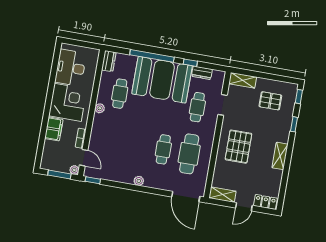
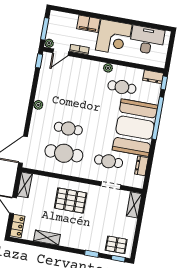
window: (190, 63) -> (164, 83), moved
pallet: (270, 101) -> (116, 245), moved, turned 90
shelving: (280, 156) -> (47, 238), moved

